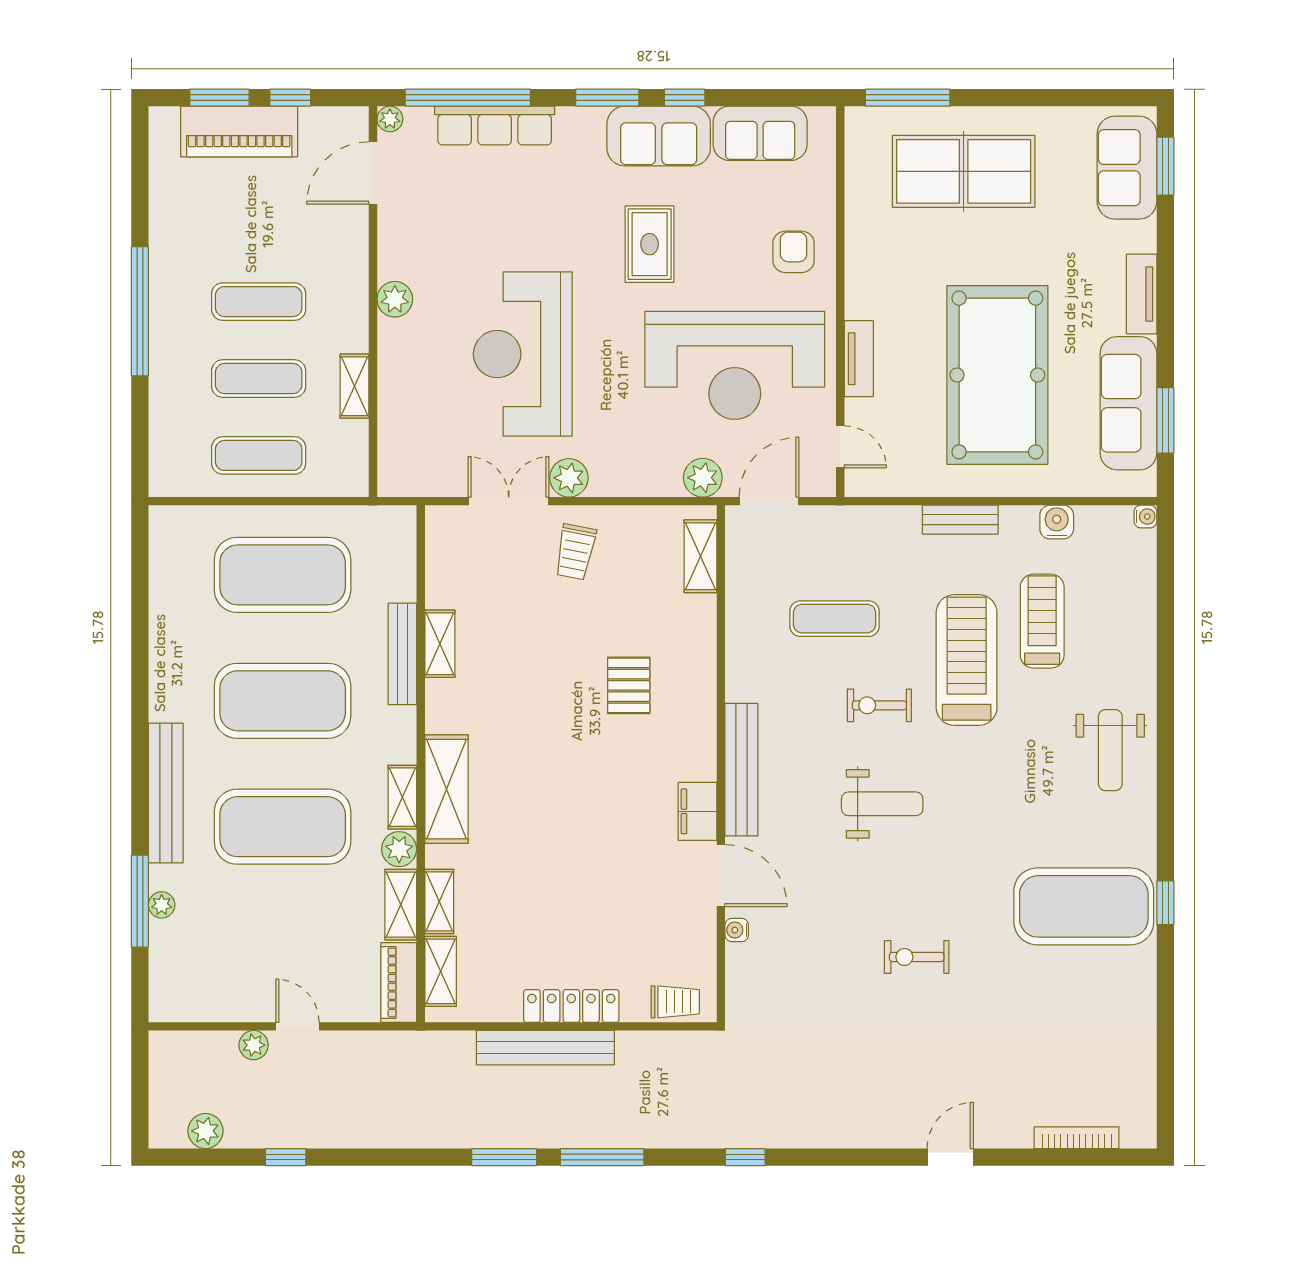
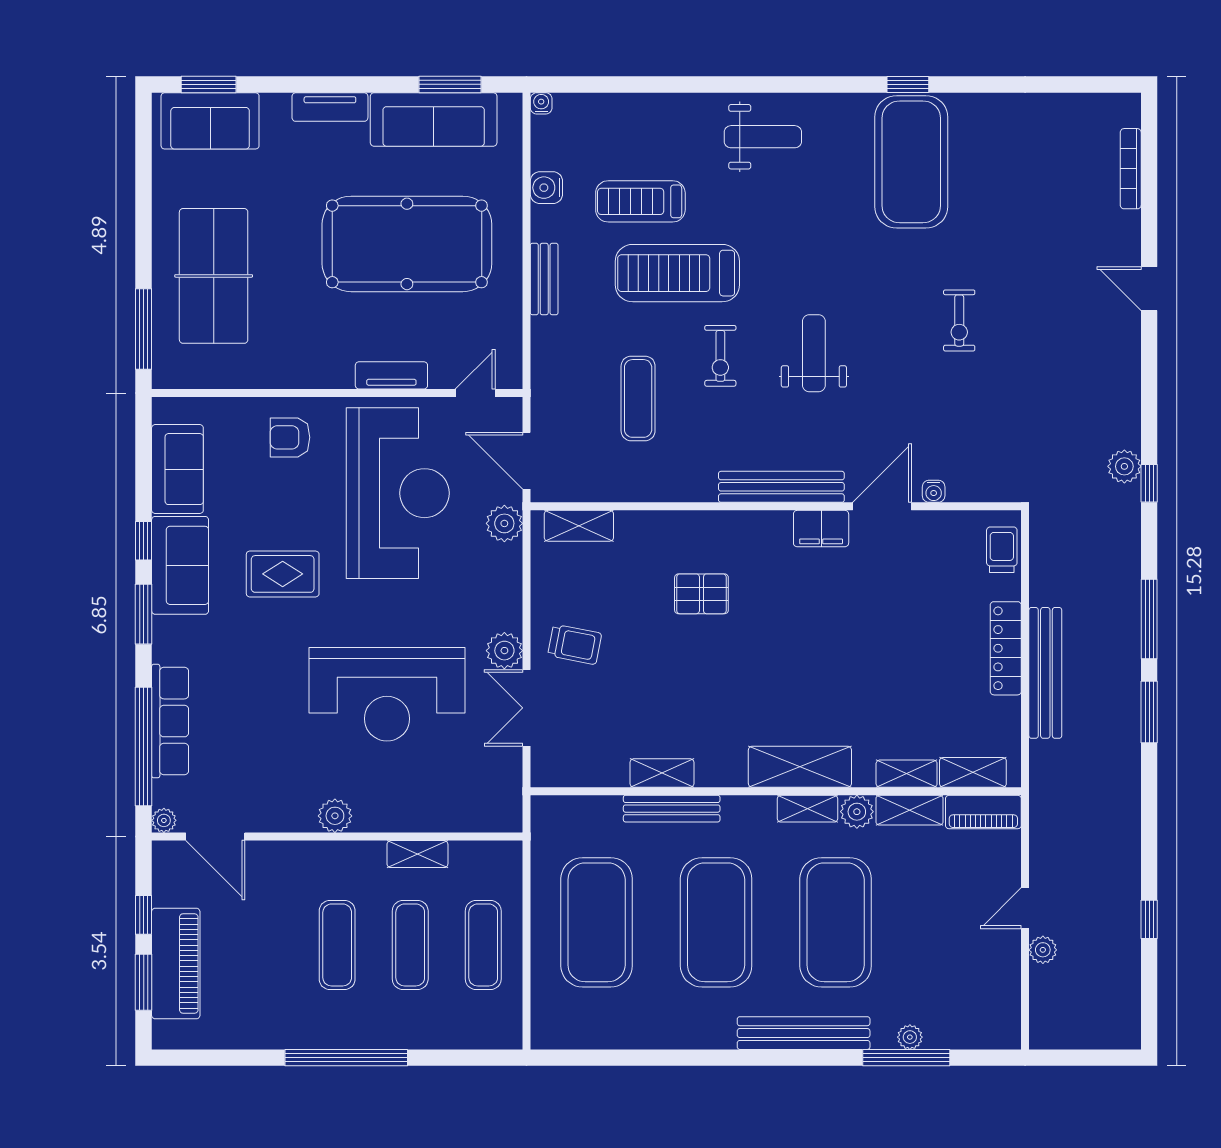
plant: (205, 1131) -> (1124, 466), moved

